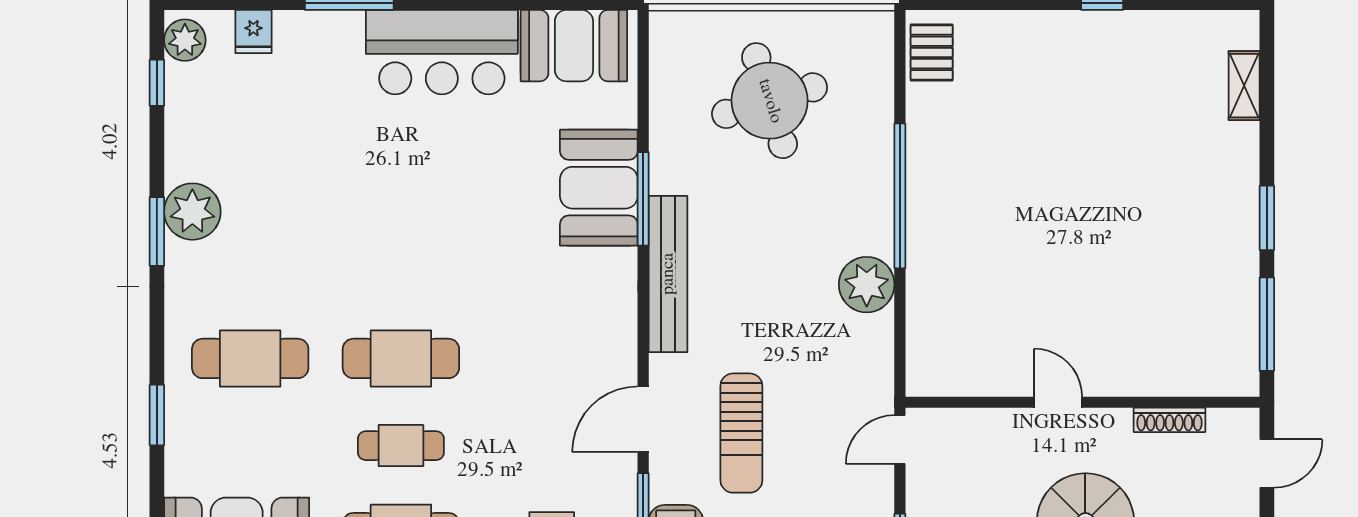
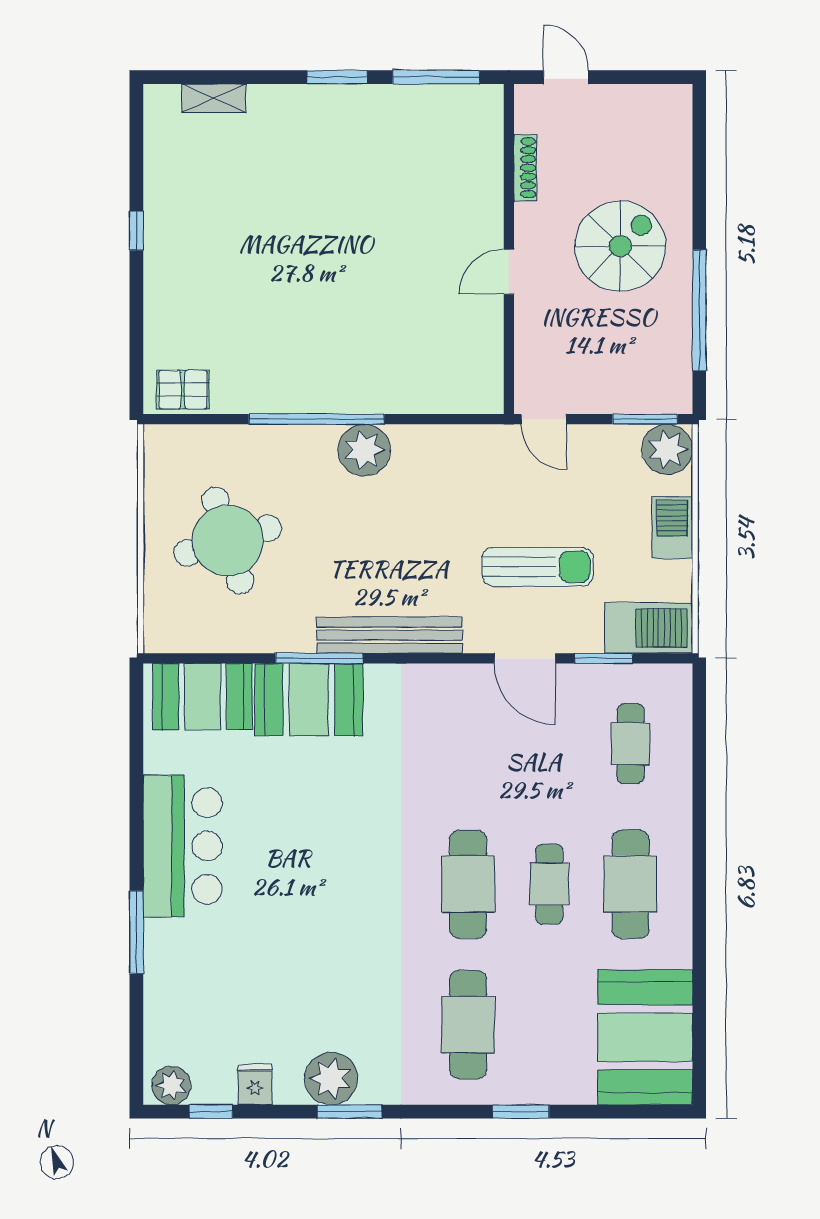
fridge: (253, 32) -> (255, 1085), moved, turned -90
booth: (574, 46) -> (203, 697), moved, turned 90
plant: (867, 285) -> (364, 450), moved

